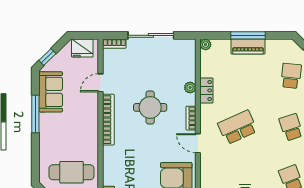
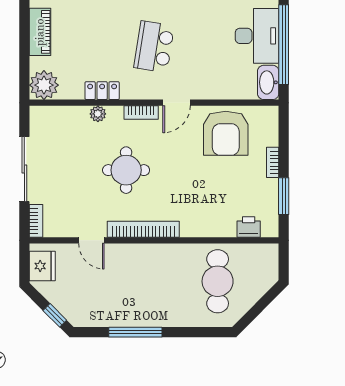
window: (248, 35) -> (24, 32), removed
plant: (206, 45) -> (44, 85), width x1.87, depth x1.87
sofa: (51, 92) -> (104, 311), removed
school desk: (238, 127) -> (154, 47), turned 33

